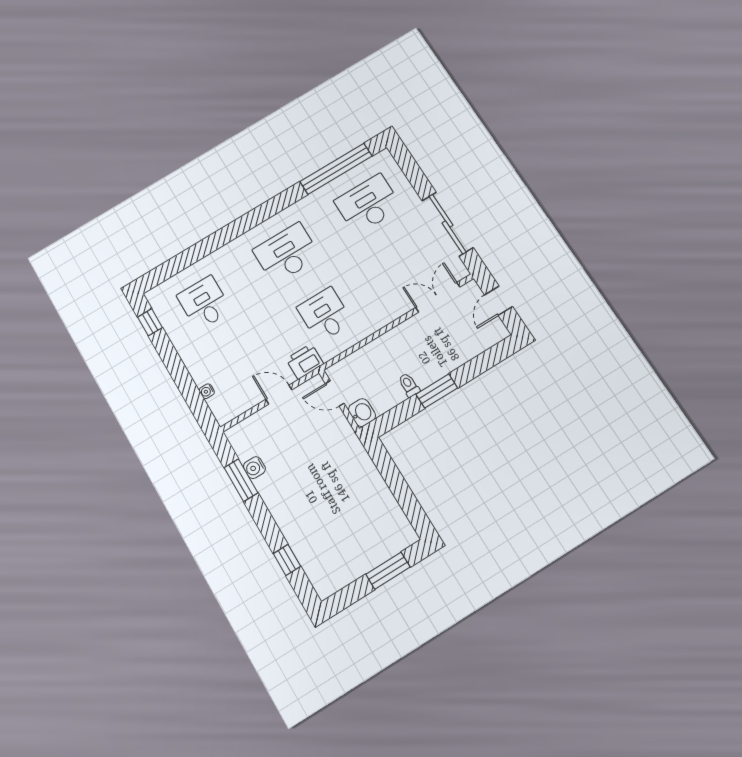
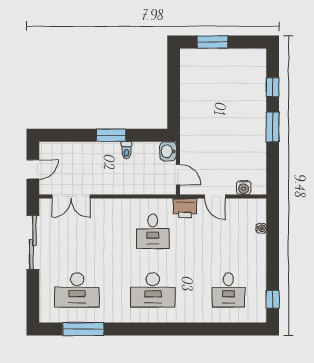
window: (336, 169) -> (83, 329), width x0.68
water cooler: (254, 468) -> (244, 188), moved, turned 90
window: (241, 480) -> (273, 127), moved

